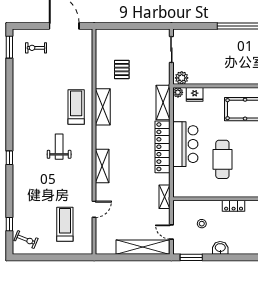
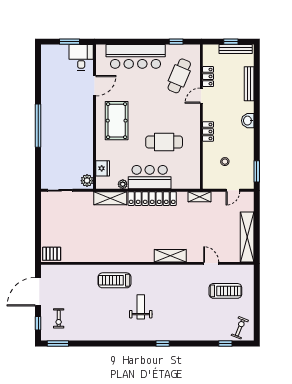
window: (31, 26) -> (38, 323), added
pallet: (122, 69) -> (52, 254), moved
plant: (178, 92) -> (123, 184), moved
shelving: (103, 107) -> (114, 255), removed
weight bench: (59, 147) -> (141, 307), moved, turned 90
treadmill: (65, 224) -> (225, 291), turned 180
shelving: (143, 247) -> (247, 237), moved
washbasin: (220, 248) -> (248, 121), moved

